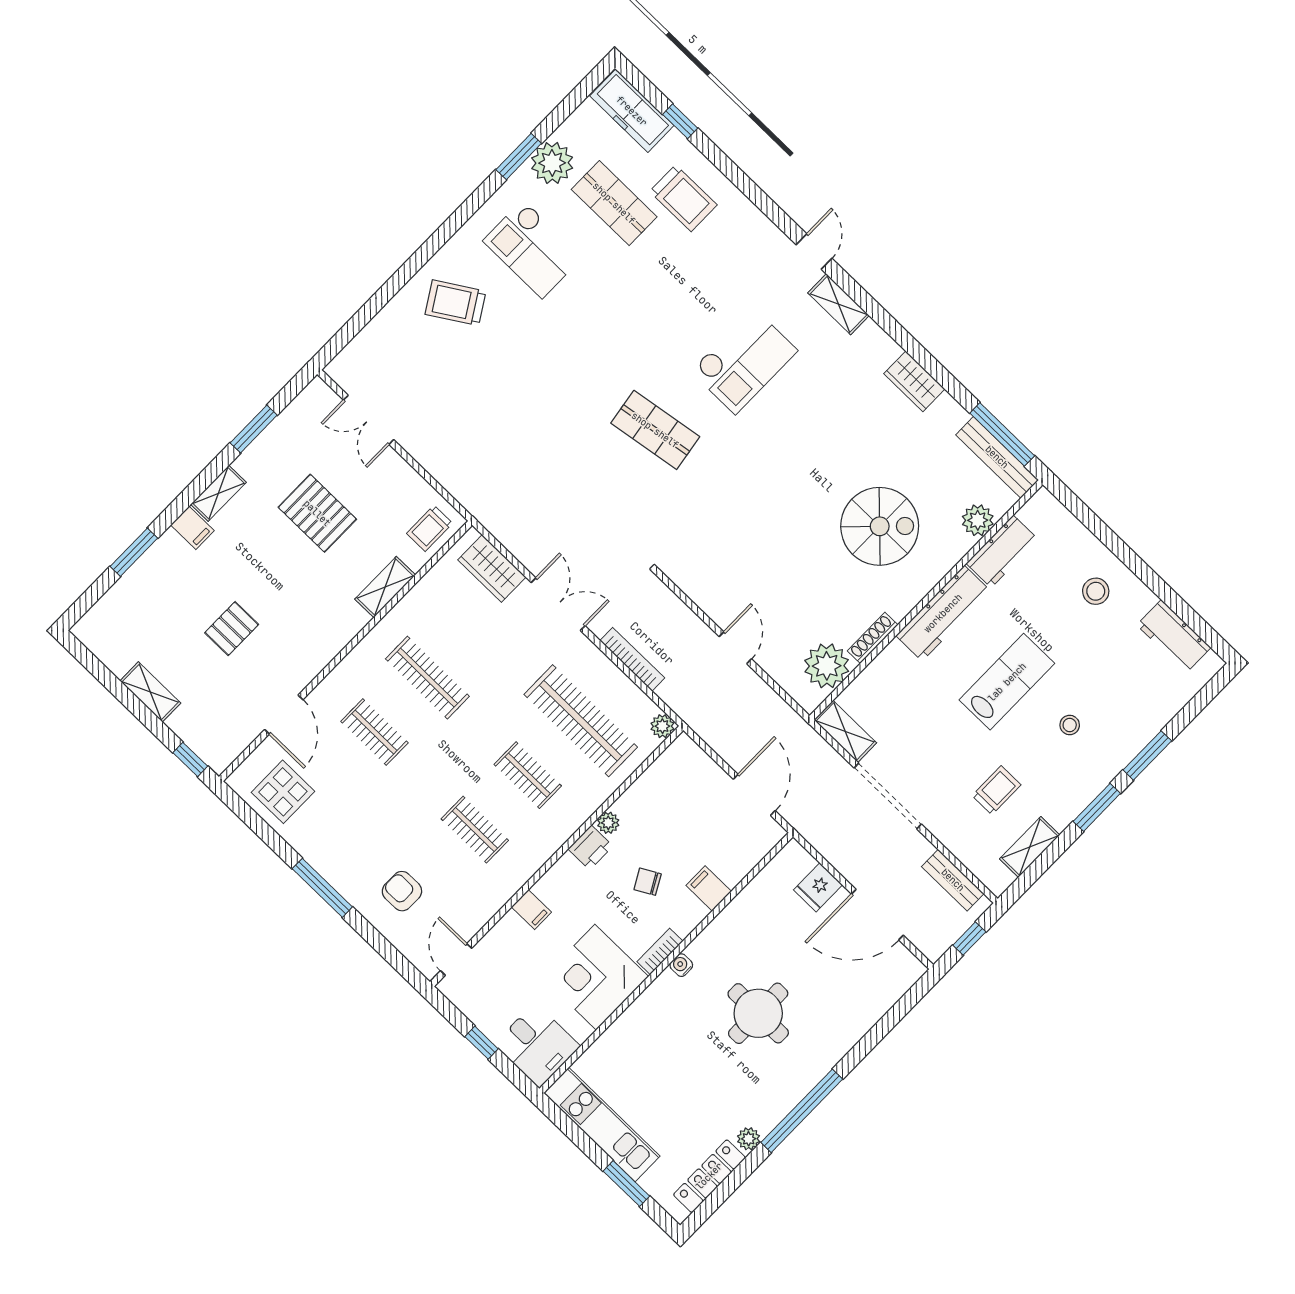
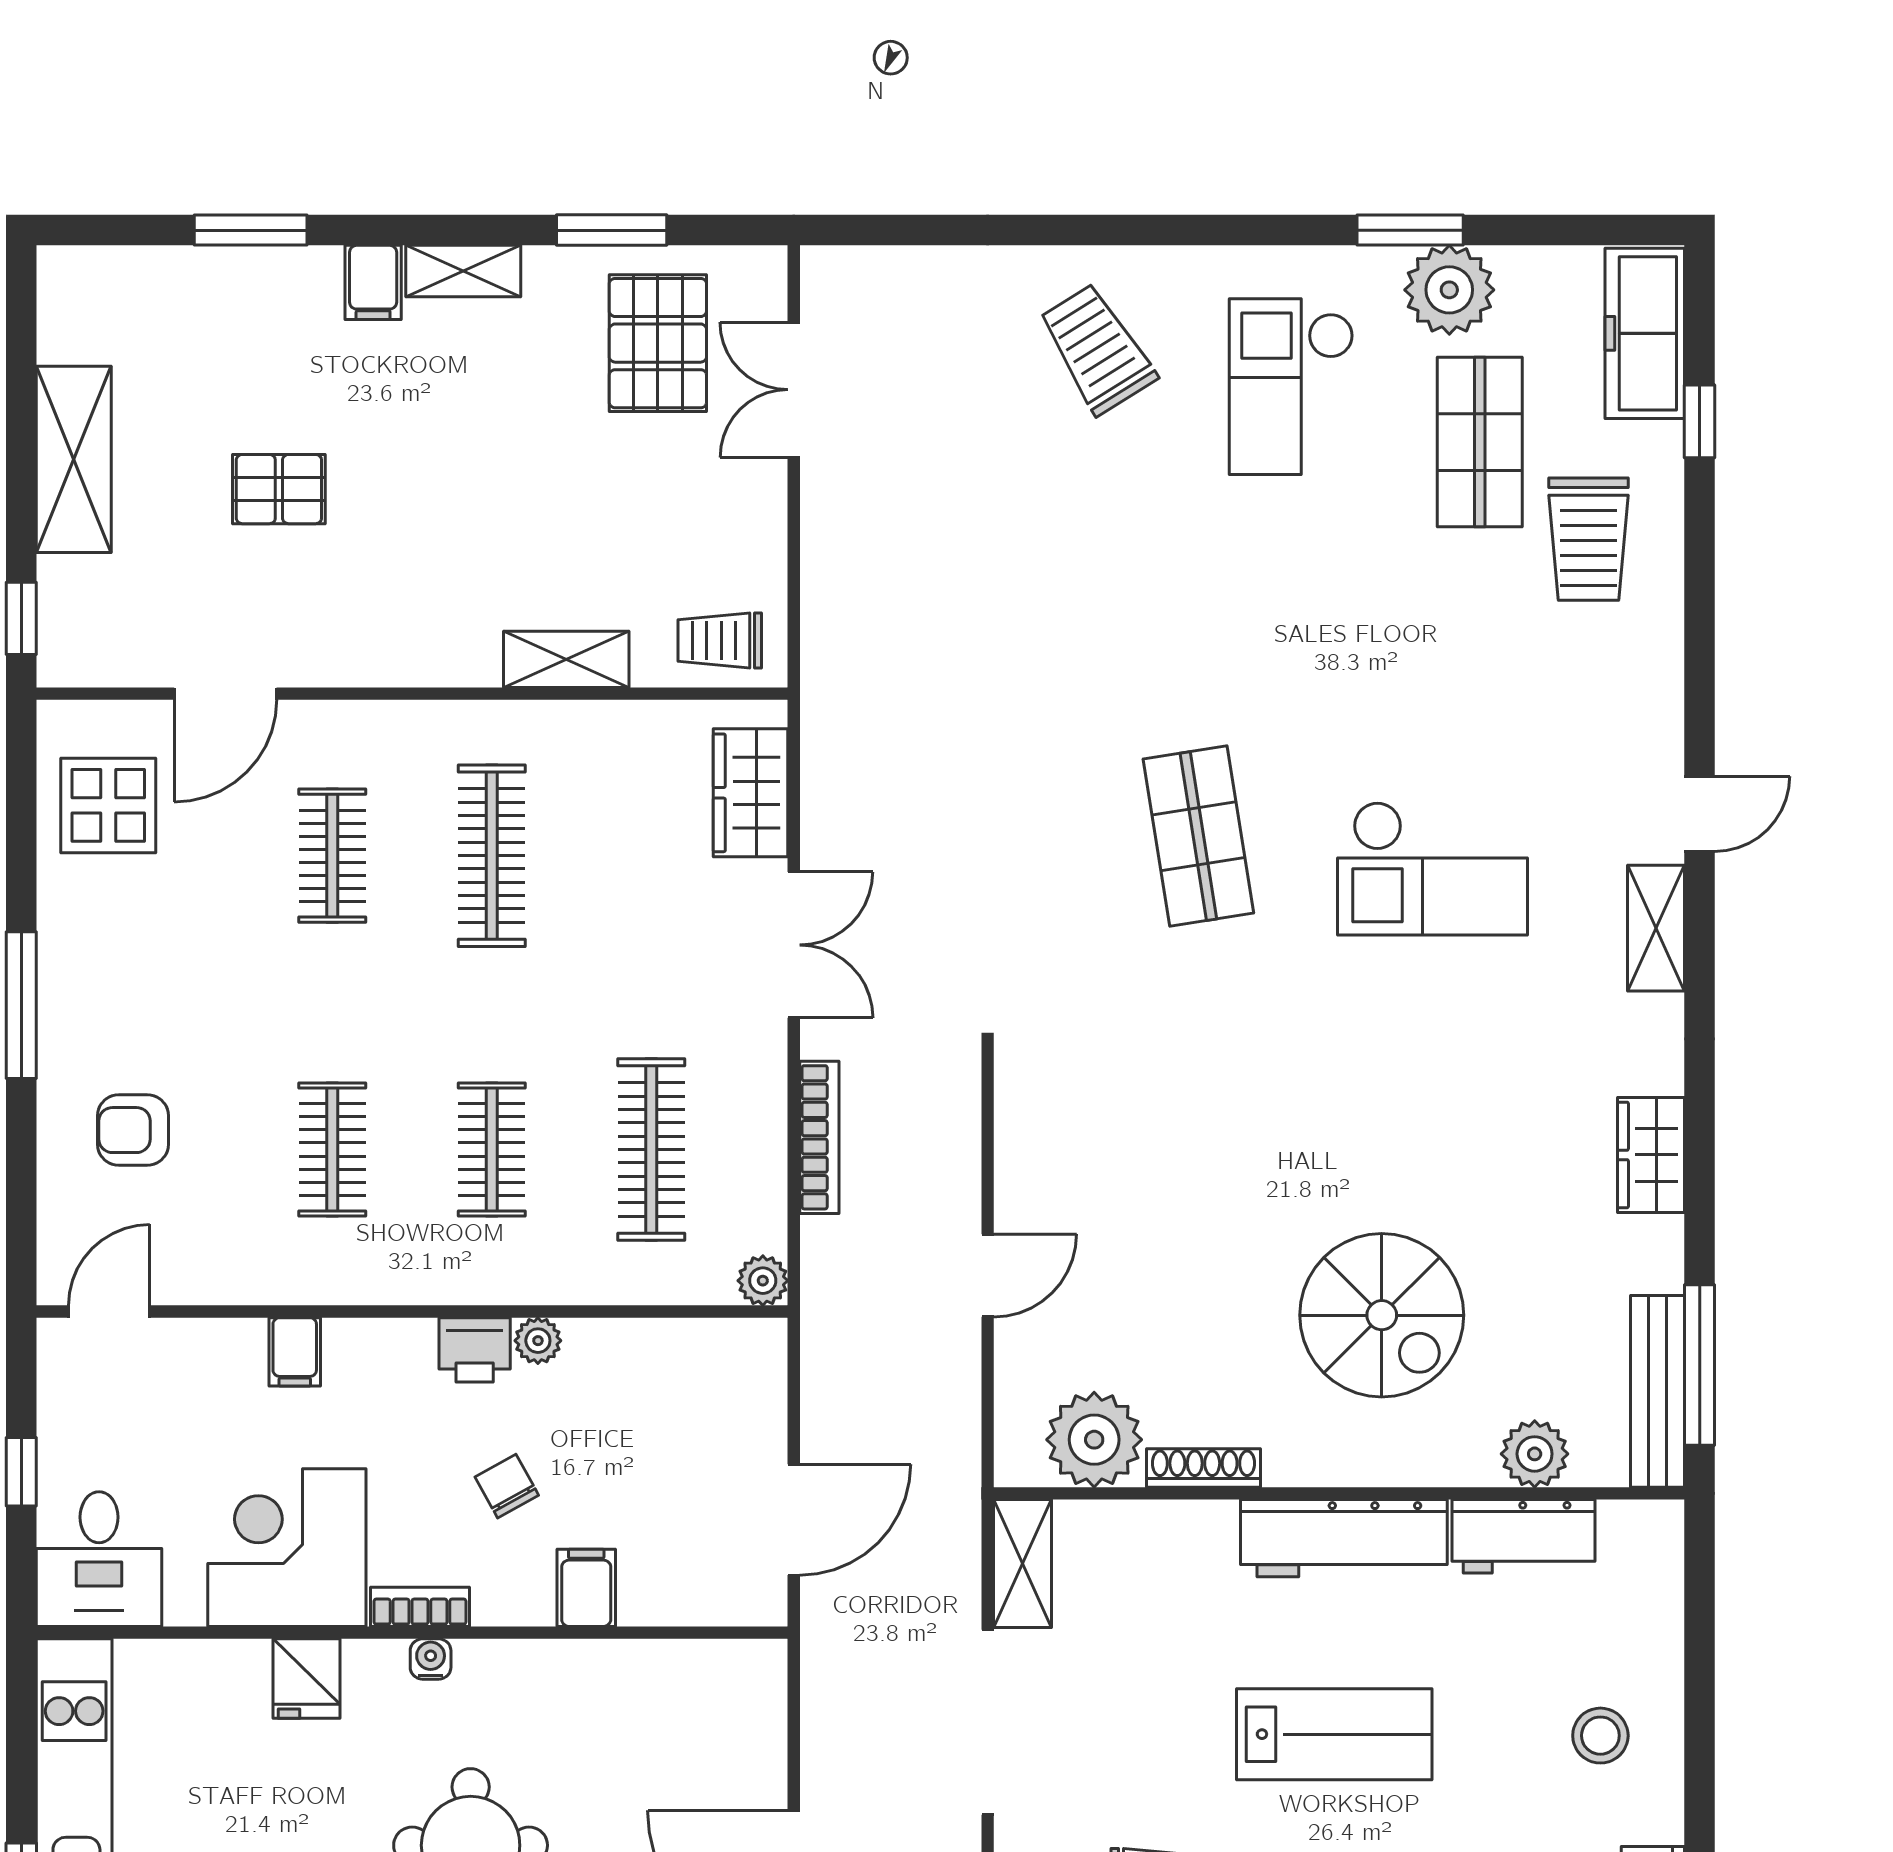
pallet: (317, 513) -> (658, 343), moved
shelving: (150, 692) -> (74, 459), width x1.50, depth x1.33
clothes rail: (581, 721) -> (651, 1150), width x0.73, depth x0.76
fridge: (818, 887) -> (306, 1679), moved, turned -90
armchair: (402, 891) -> (133, 1130), turned -90

